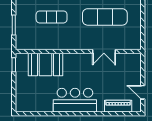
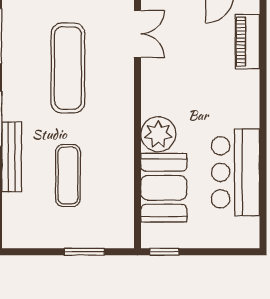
double door: (104, 51) -> (137, 34), moved
plant: (72, 62) -> (158, 134), added
bar counter: (75, 100) -> (235, 172), moved

